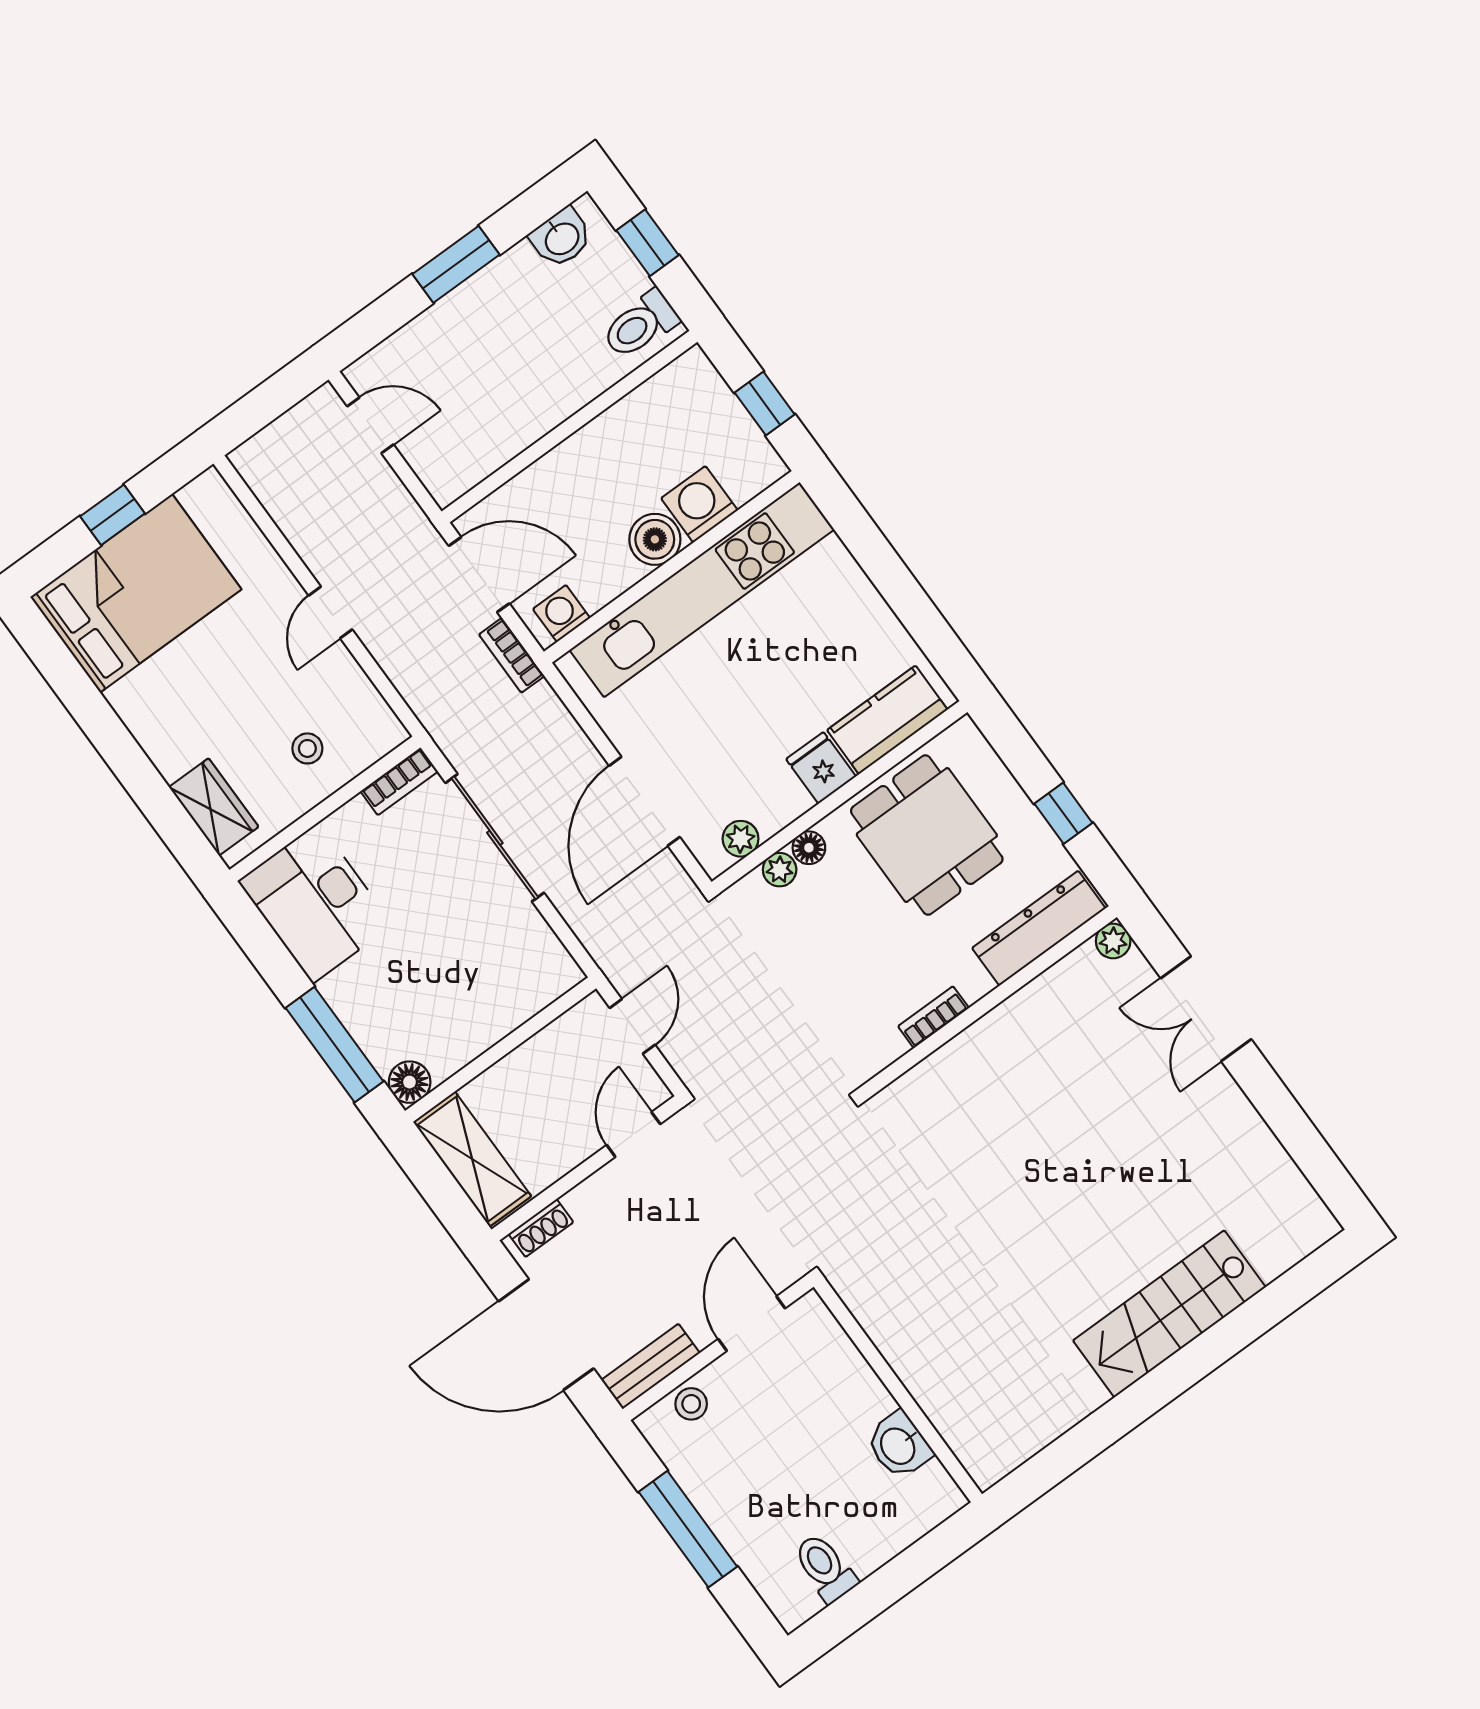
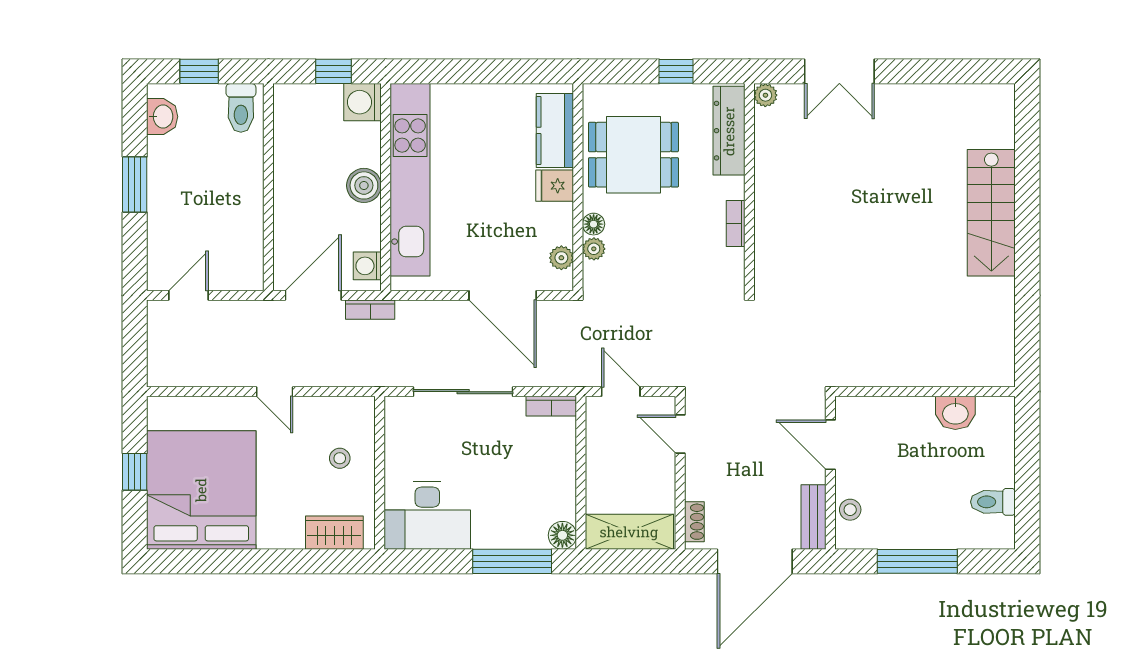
washing machine: (699, 504) -> (362, 102), moved
bed: (136, 593) -> (201, 490), width x1.36
bookcase: (399, 781) -> (551, 406), moved, turned 90

